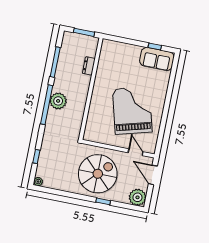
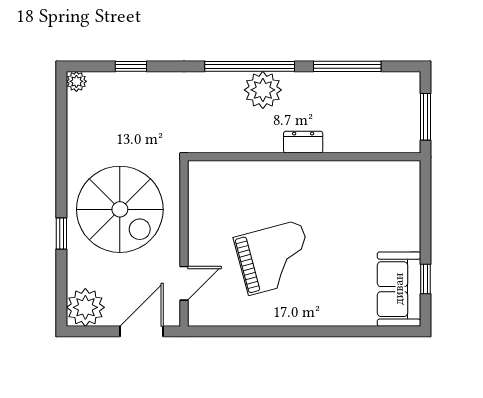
dresser: (89, 66) -> (303, 142), moved
grand piano: (132, 110) -> (274, 258), width x0.73, depth x0.68

